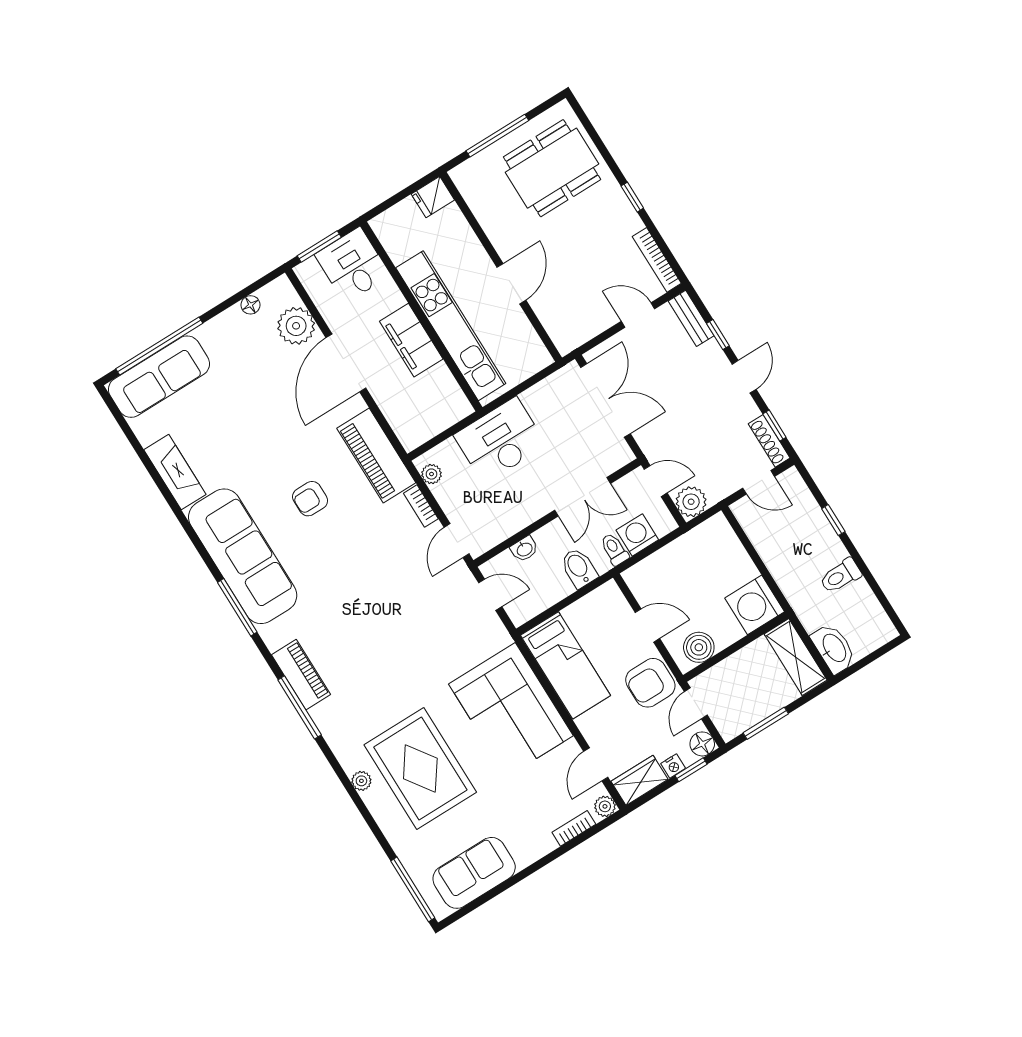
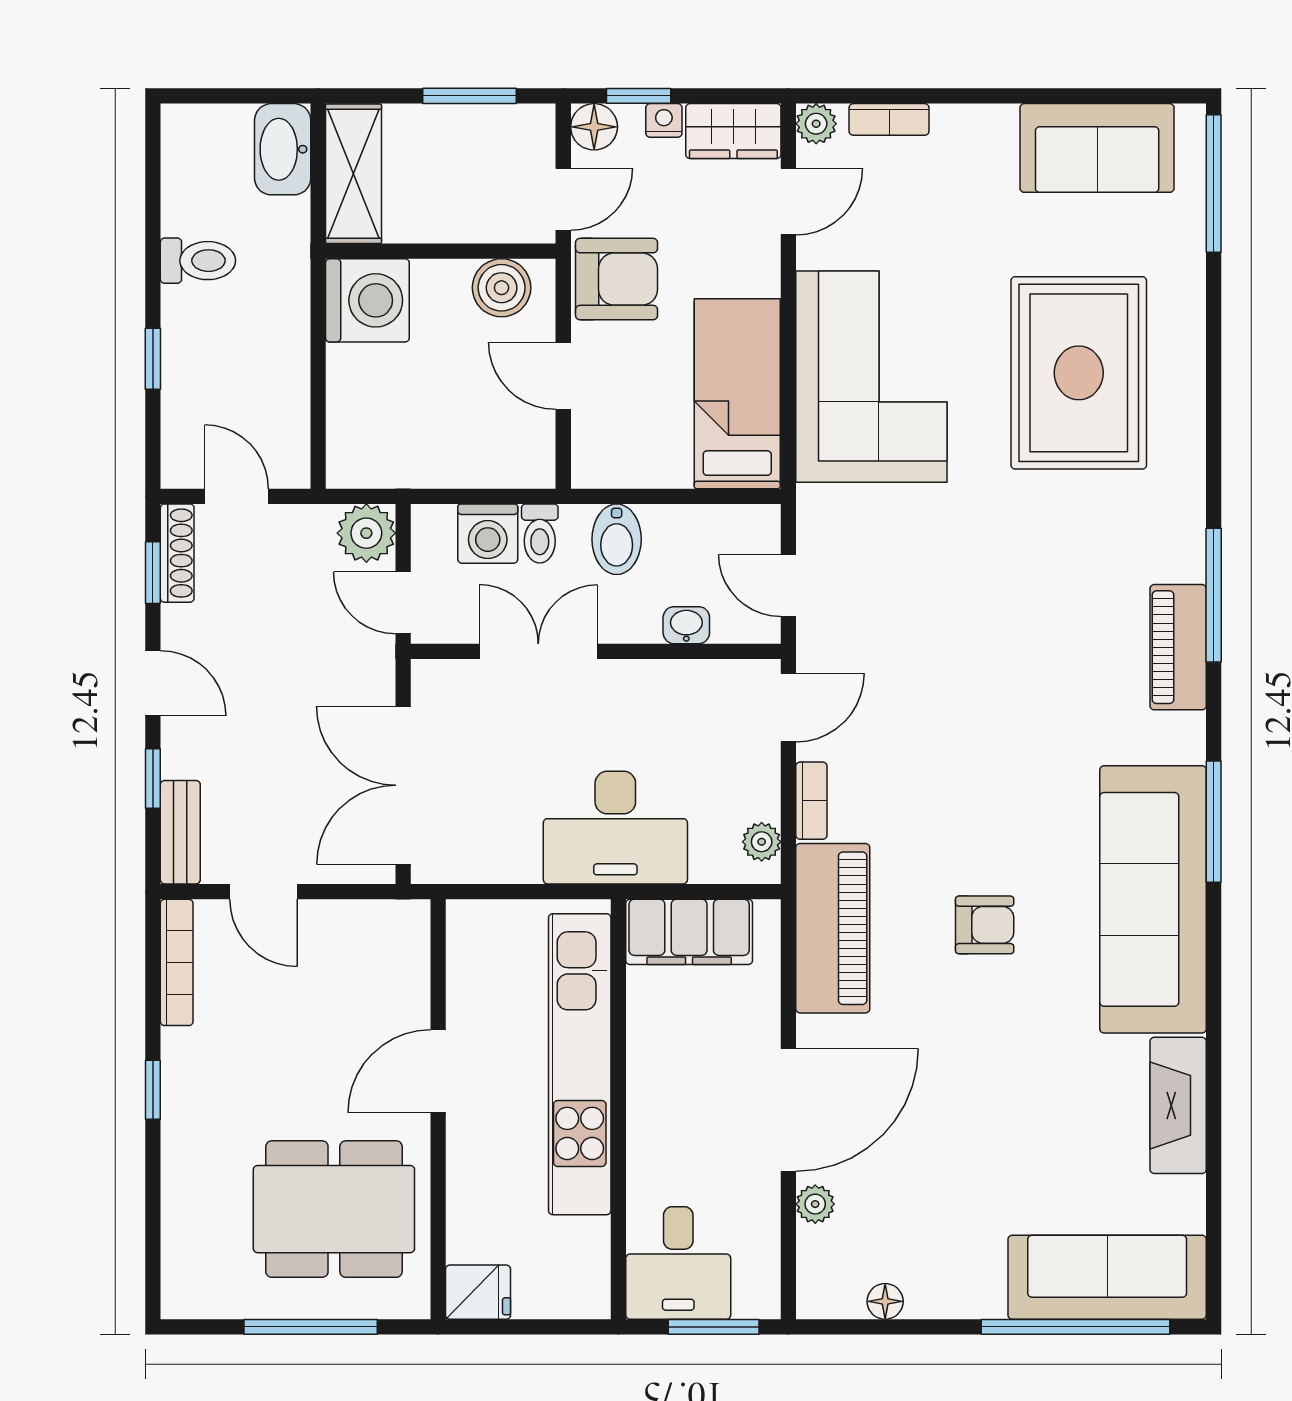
dining table: (552, 168) -> (334, 1209), moved
plant: (296, 326) -> (815, 1204), width x0.53, depth x0.53
filing cabinet: (411, 340) -> (689, 932), moved, turned 90
door: (744, 377) -> (153, 683), swing flipped
plant: (361, 781) -> (1187, 413), removed

